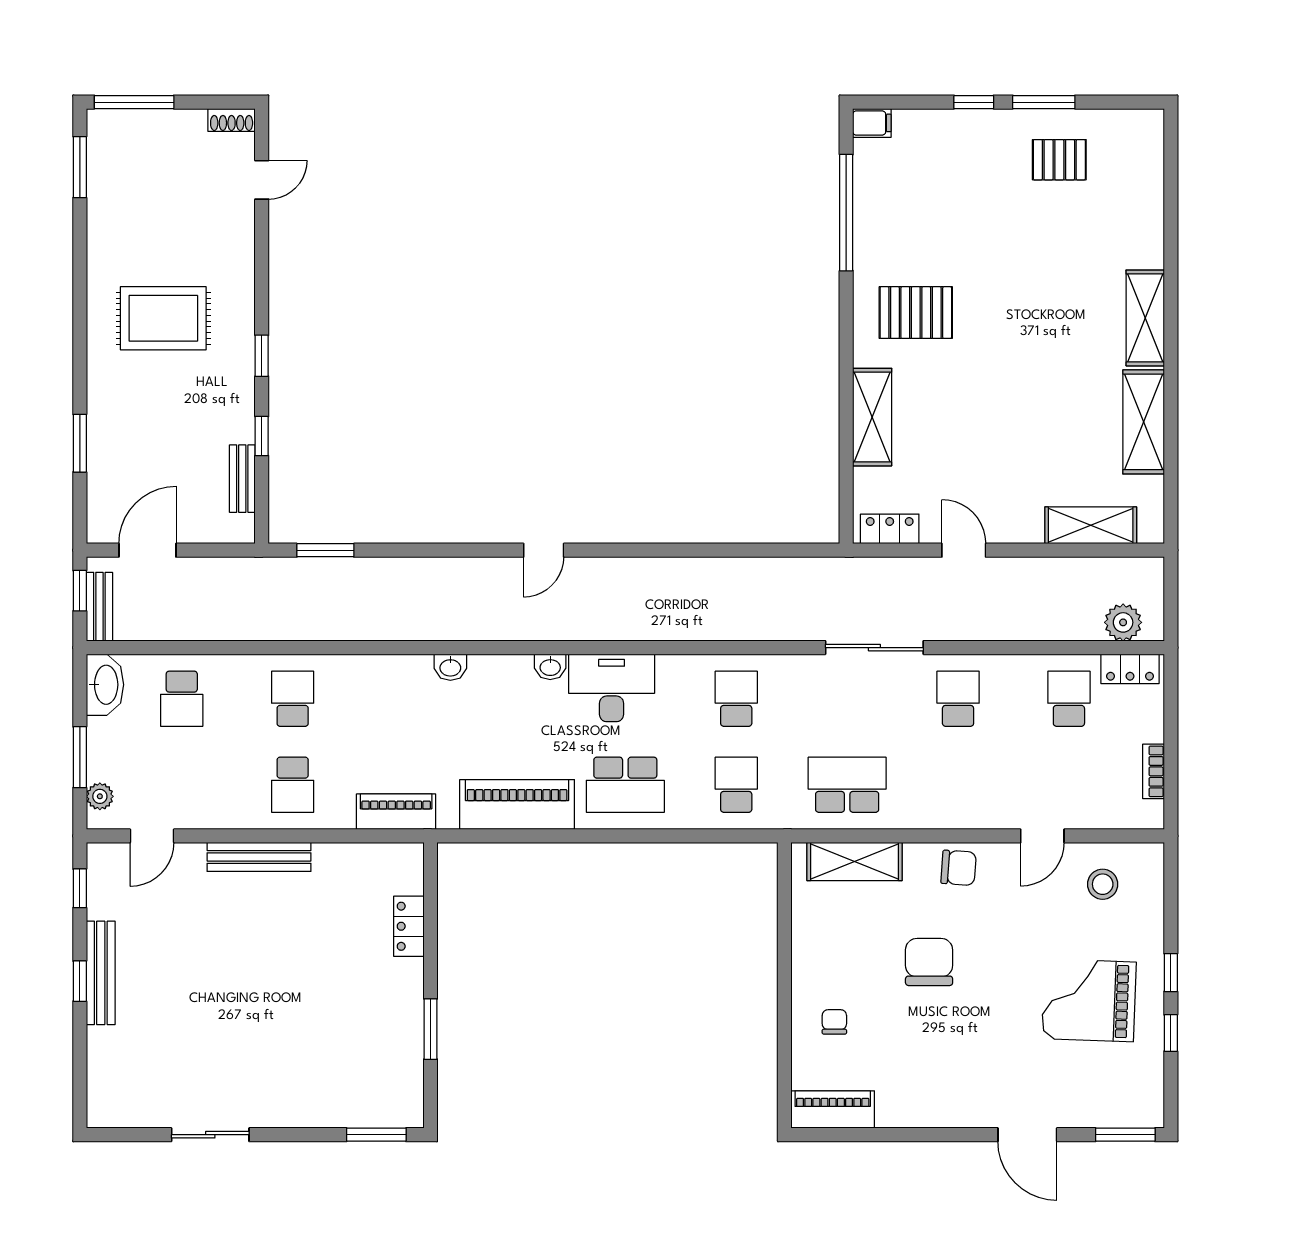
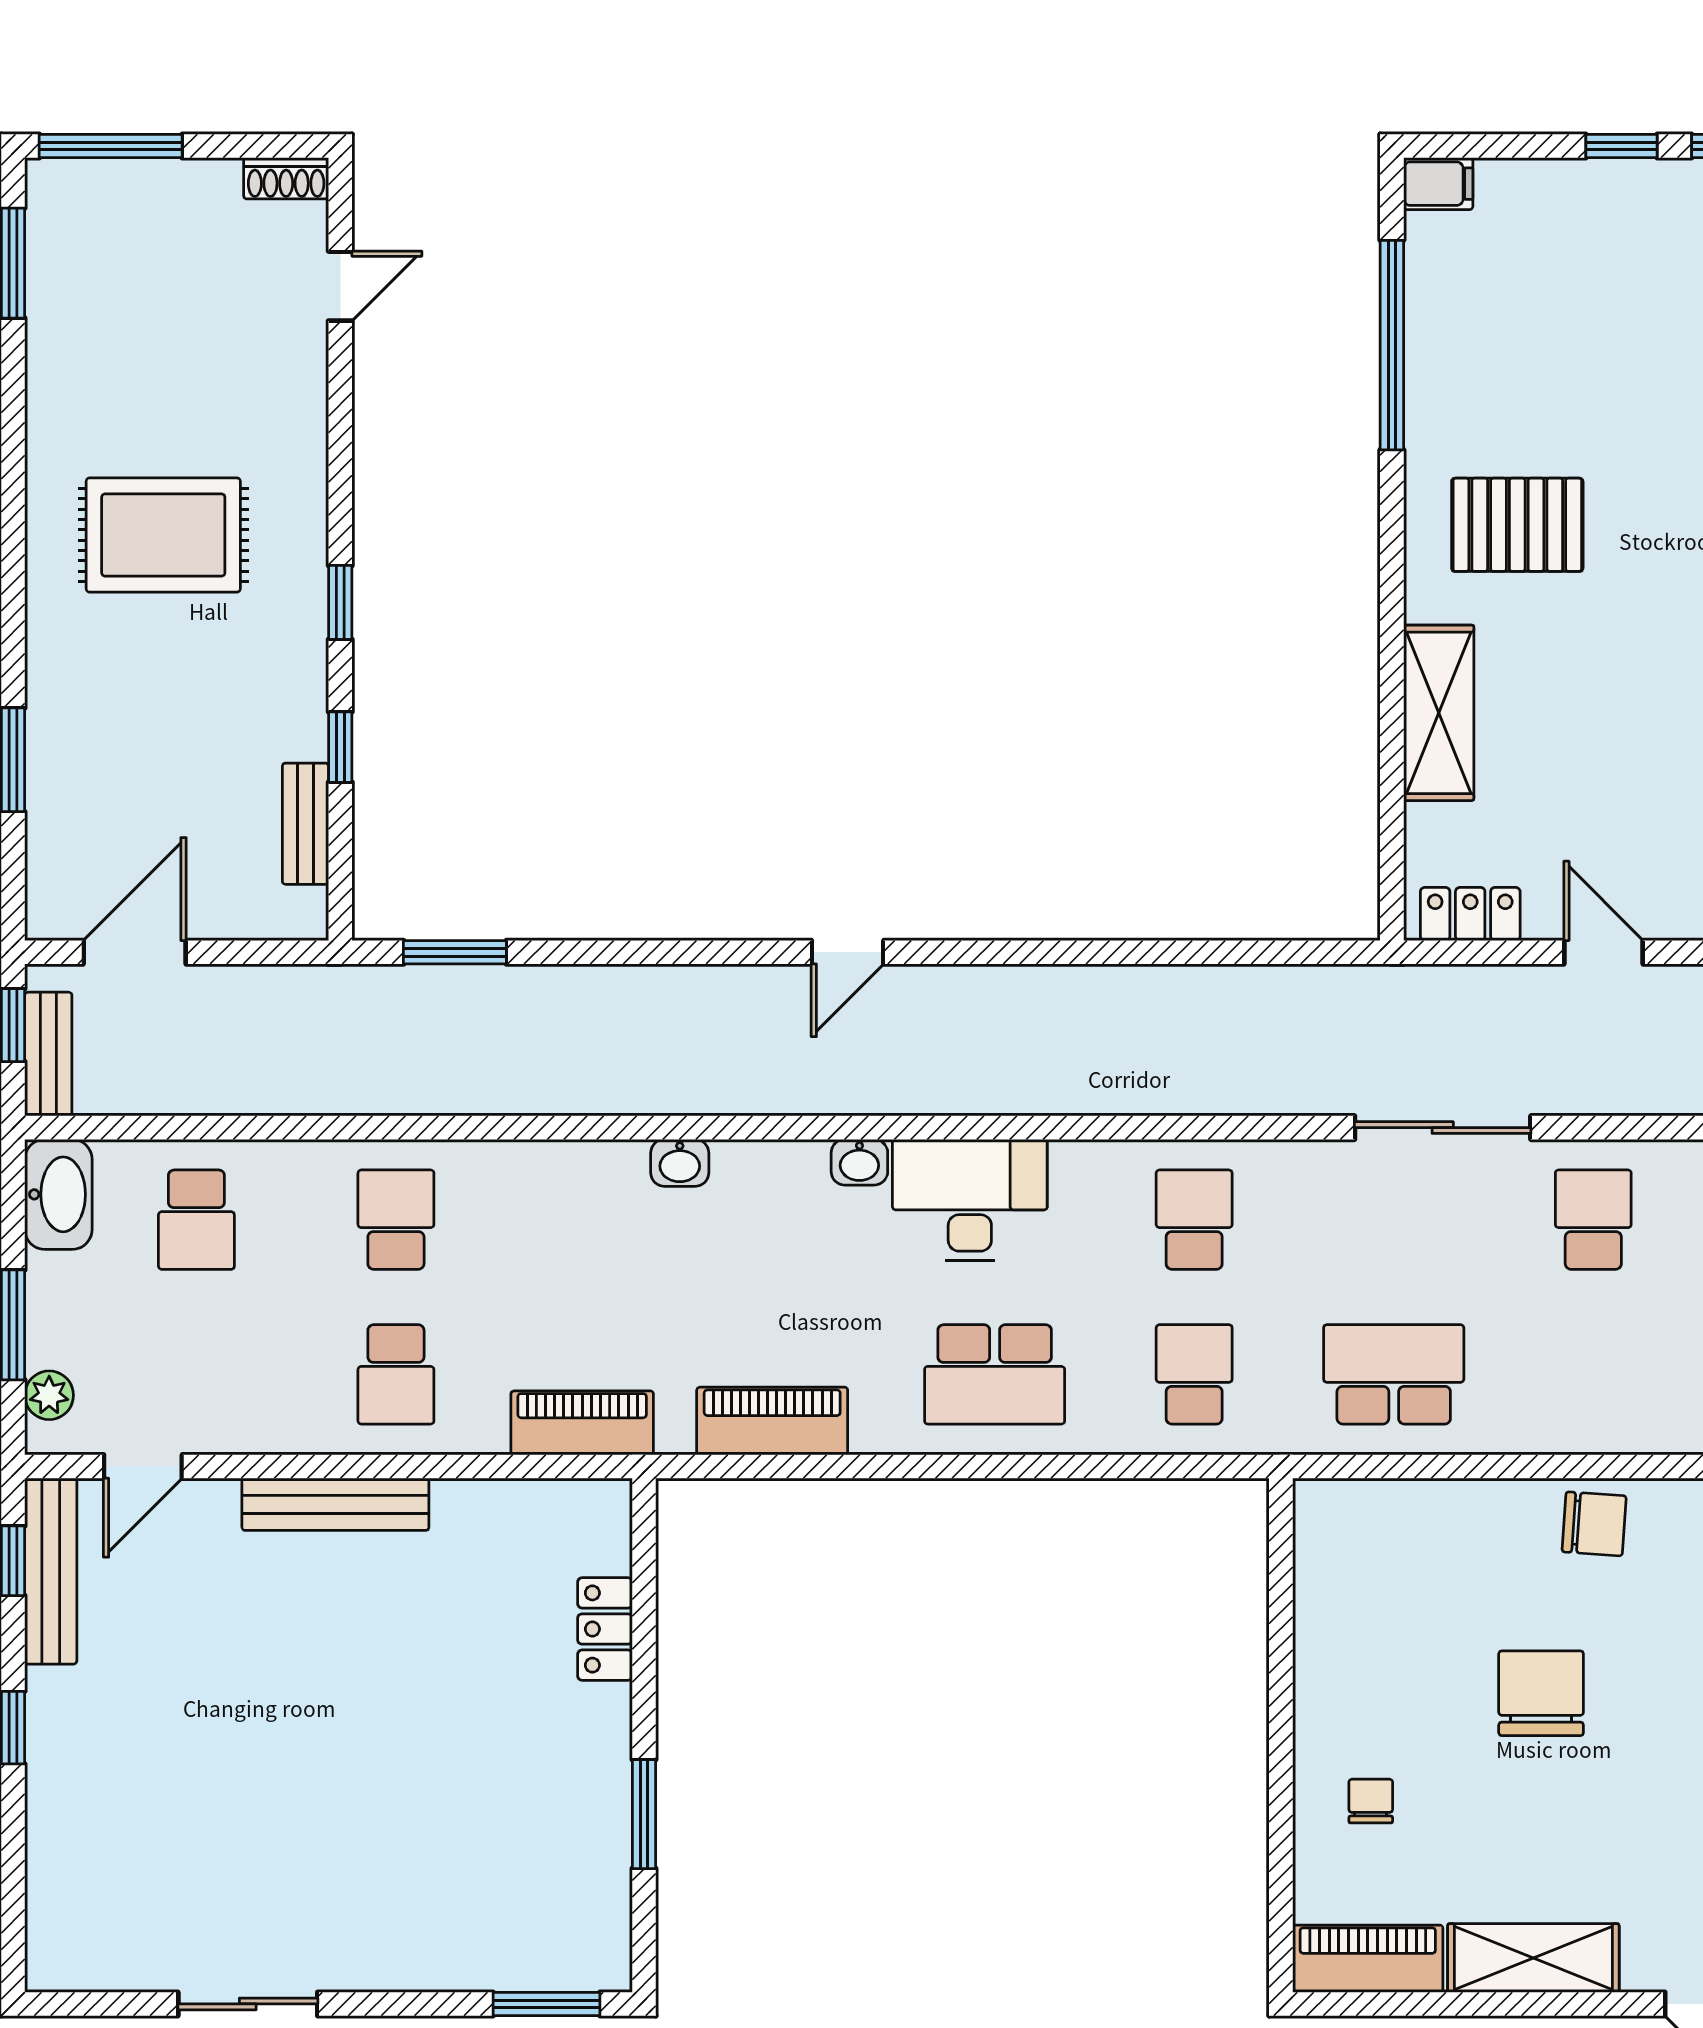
piano: (517, 804) -> (772, 1421), width x0.73, depth x0.75
shelving: (855, 861) -> (1533, 1958), moved
bench: (101, 973) -> (51, 1571), moved

